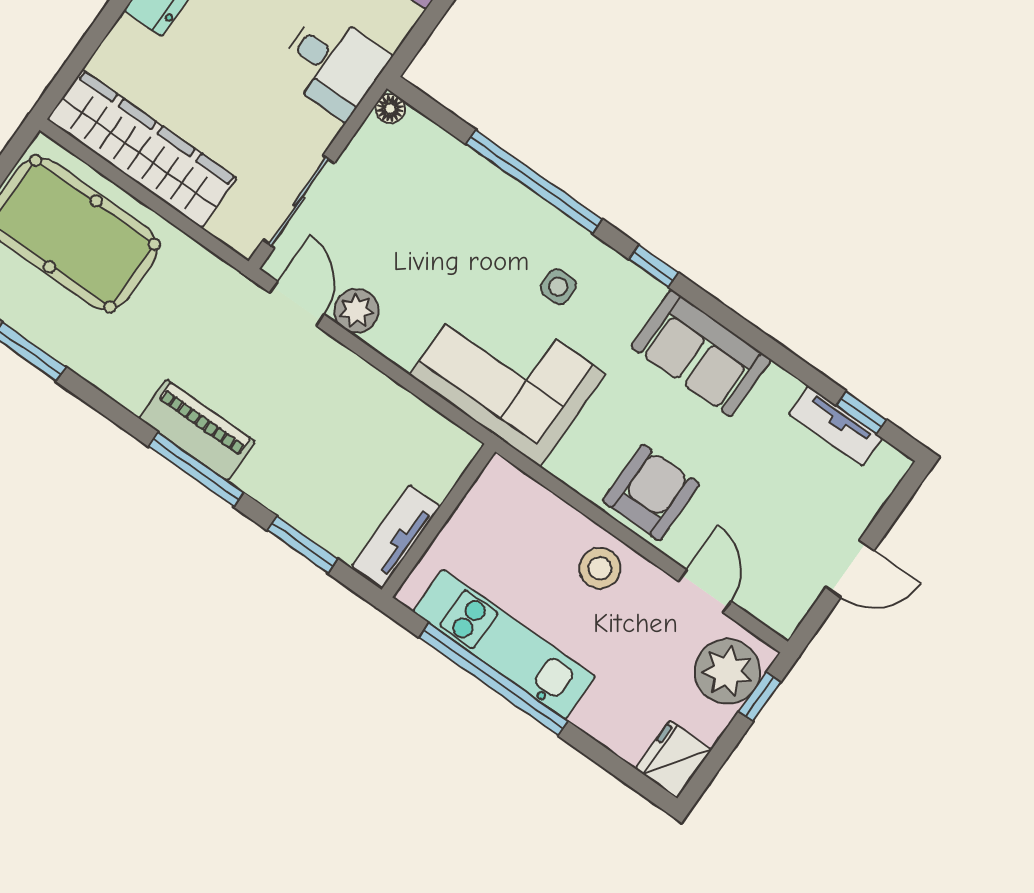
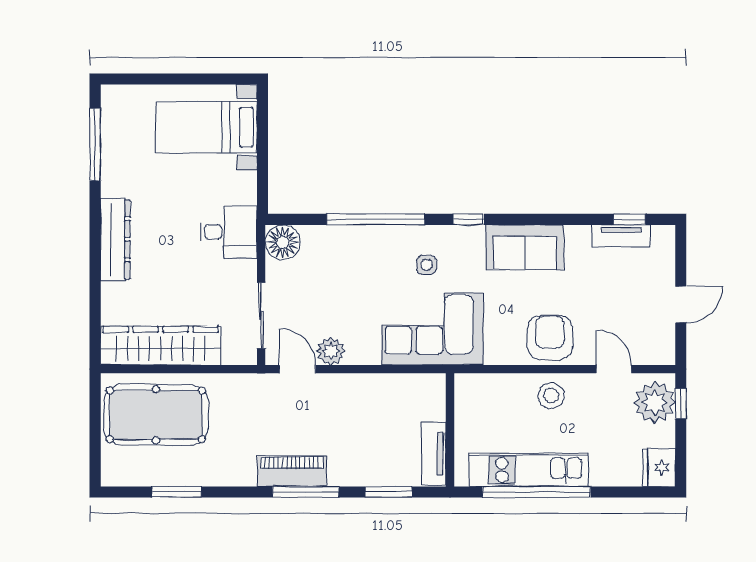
floor lamp: (390, 108) -> (283, 242), width x1.89, depth x1.89

